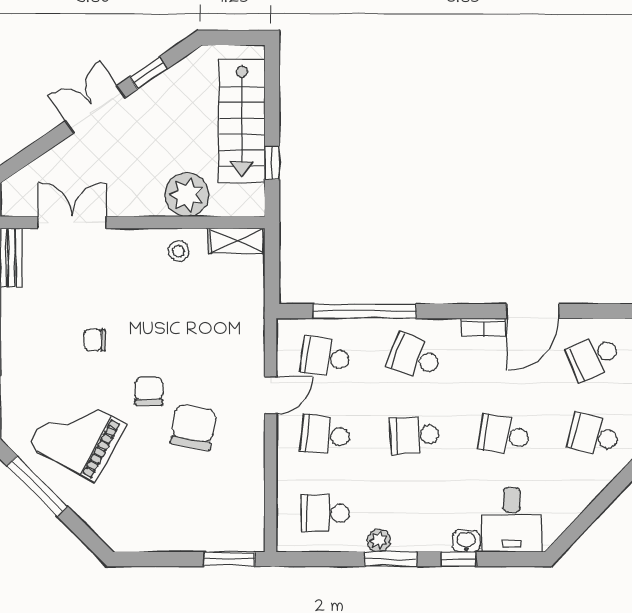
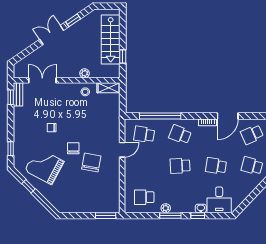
plant: (187, 195) -> (84, 73), width x0.53, depth x0.53
school desk: (325, 435) -> (144, 166), removed
window: (37, 486) -> (28, 186), width x0.46

